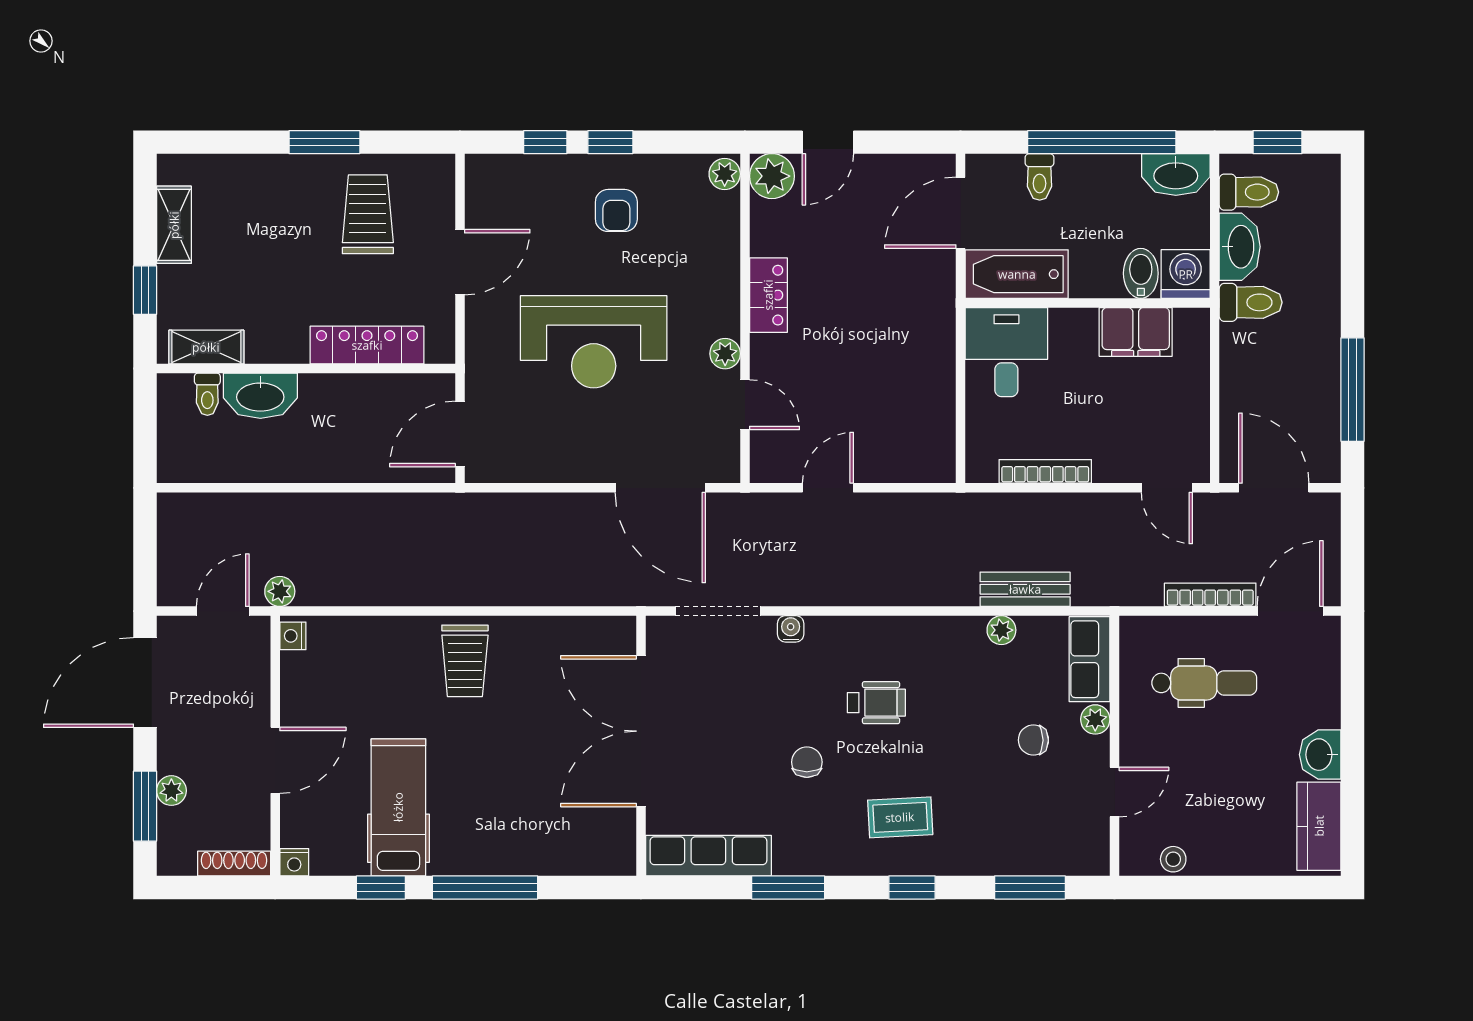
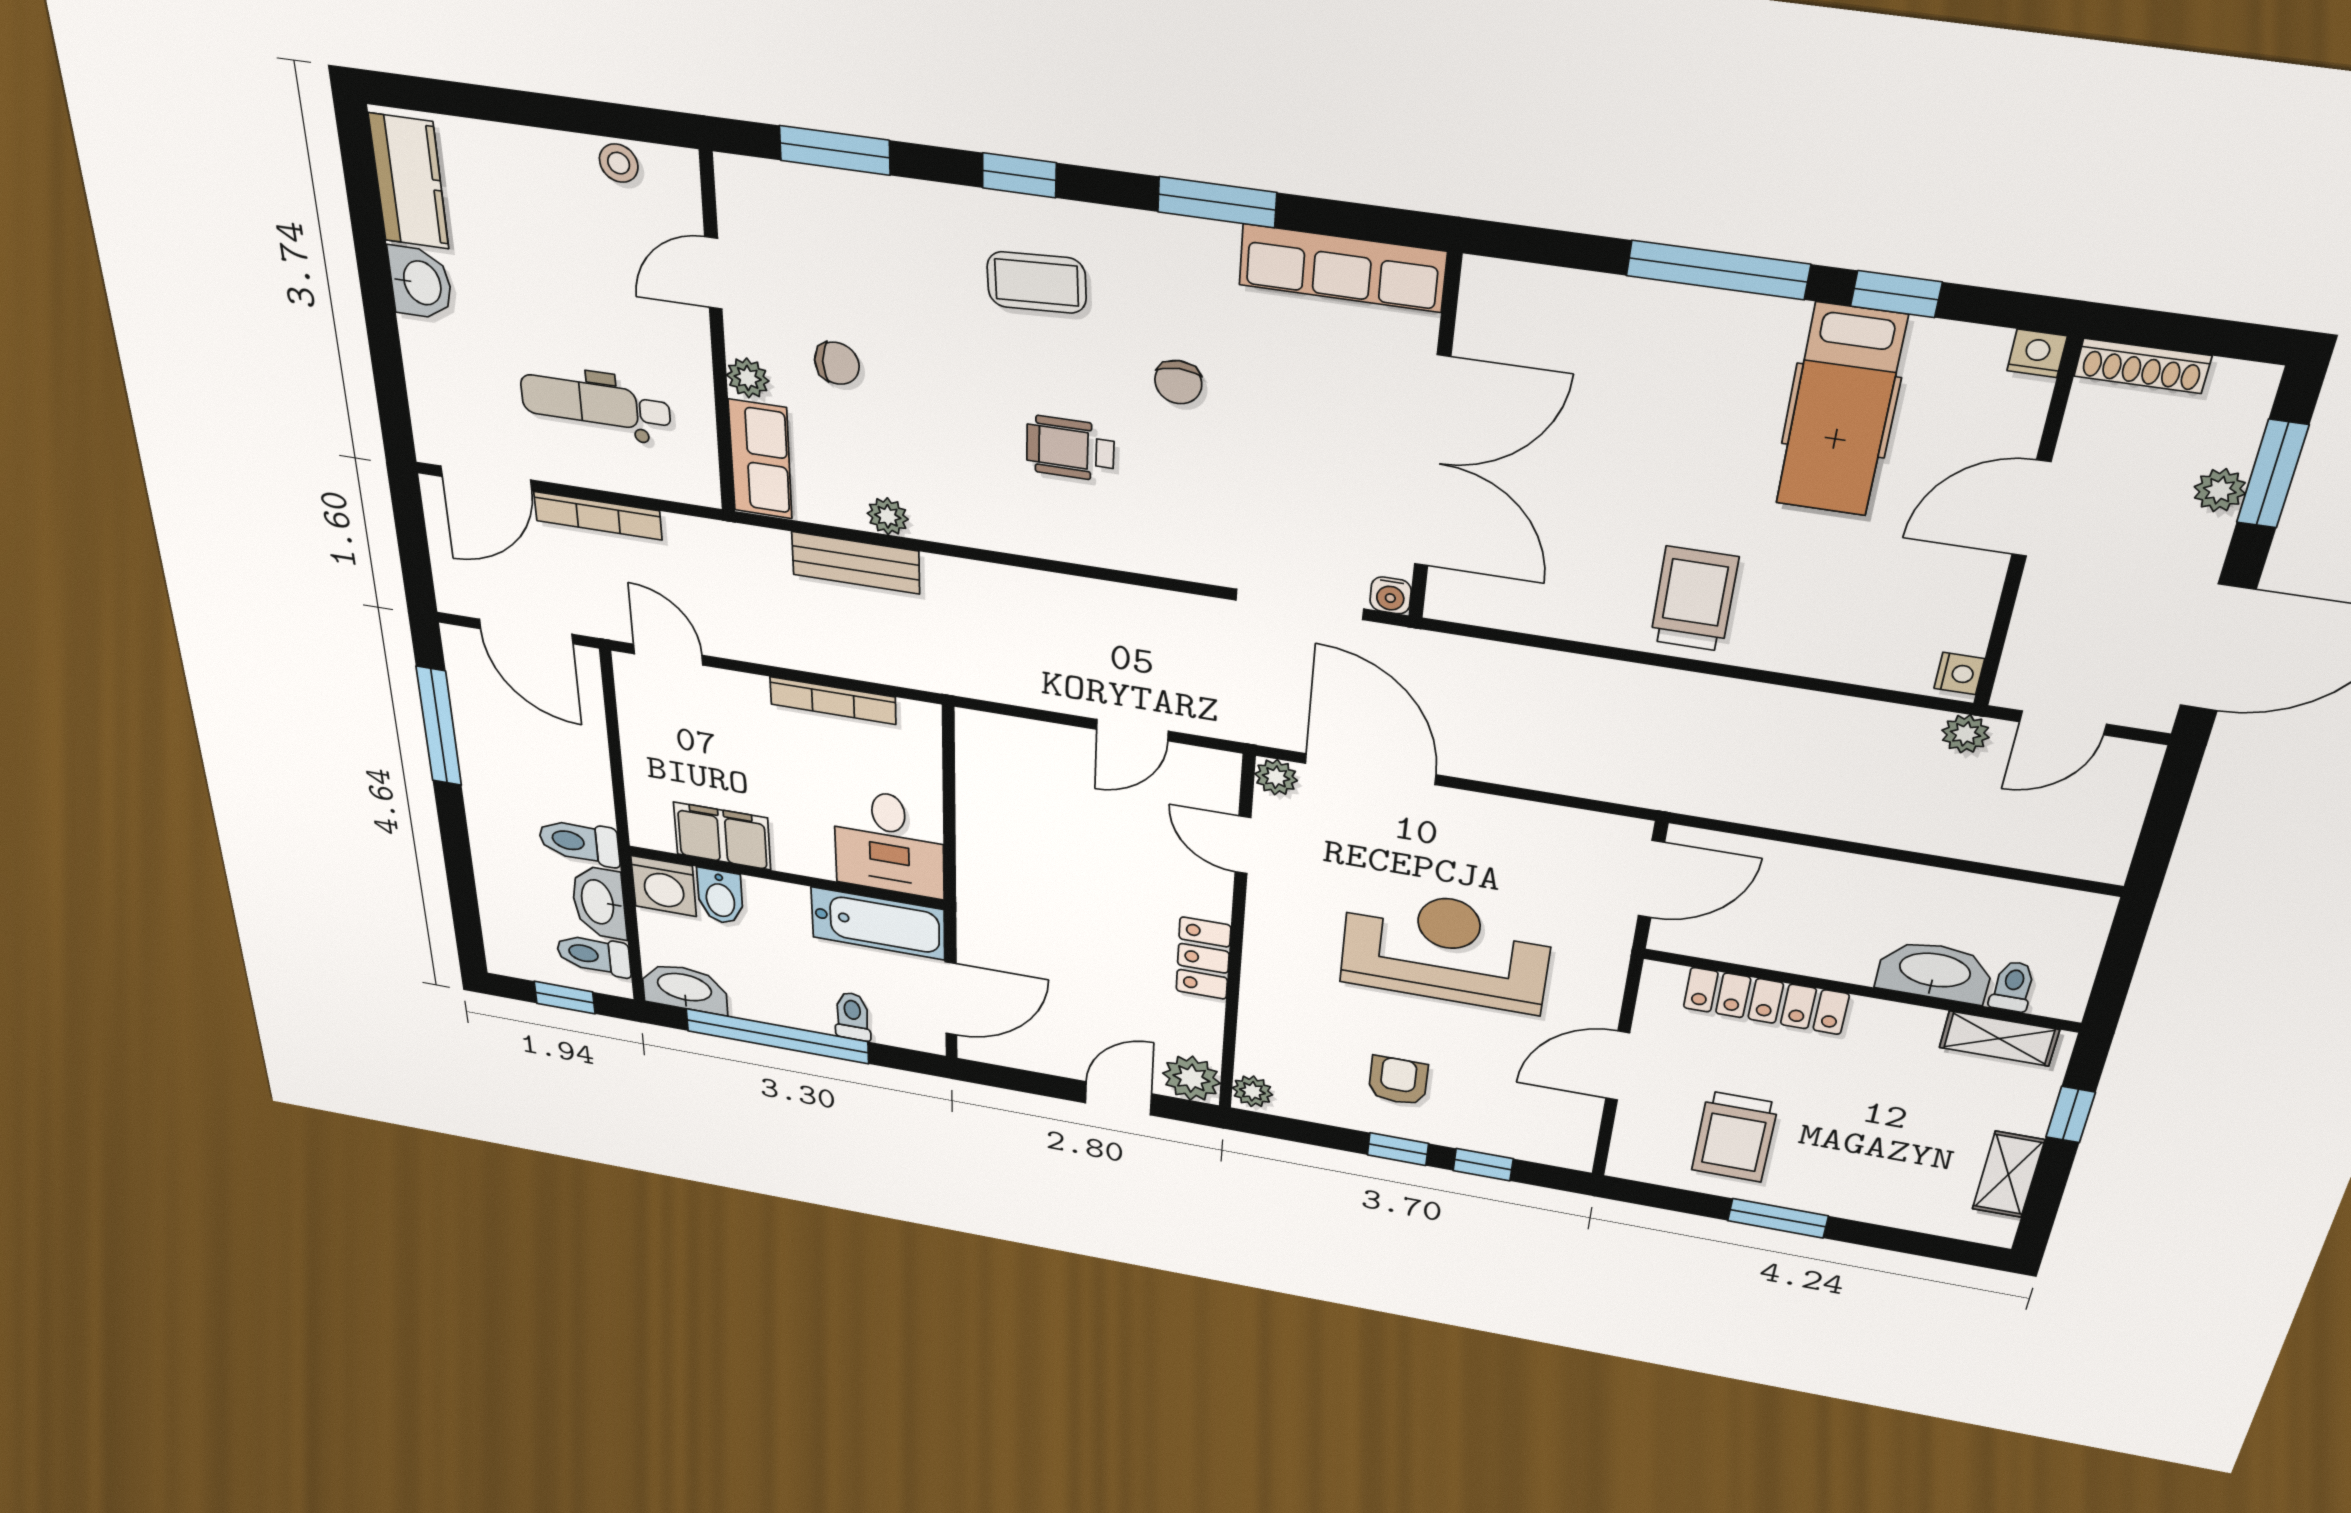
plant: (725, 354) -> (1276, 777), moved
water cooler: (791, 629) -> (1391, 595), moved

